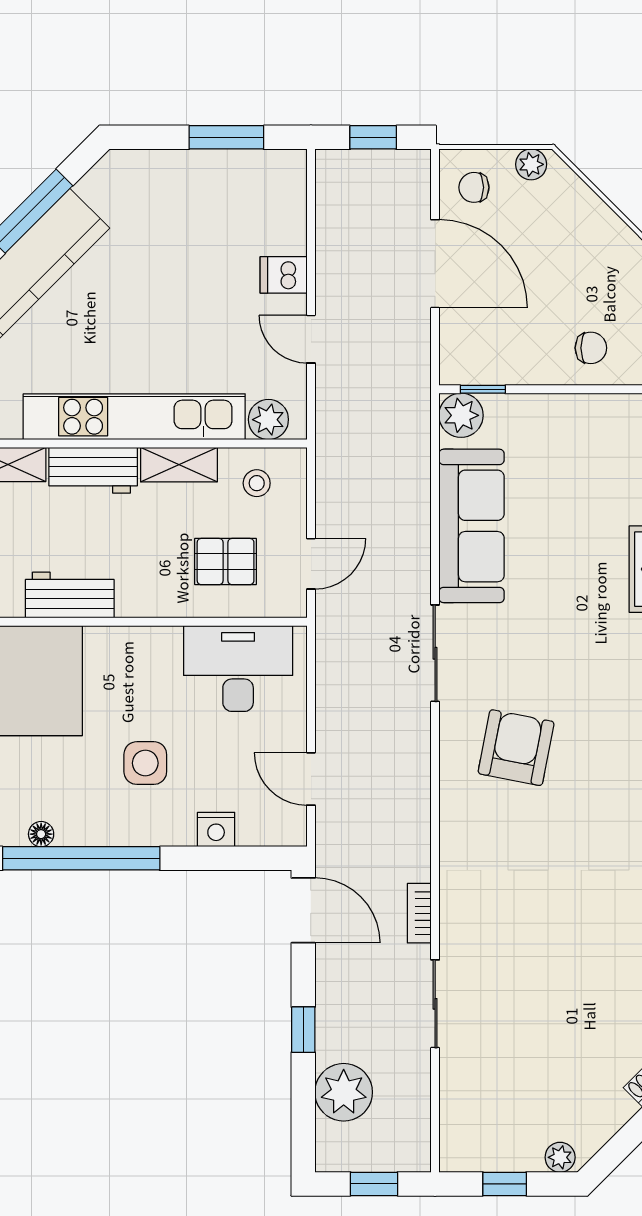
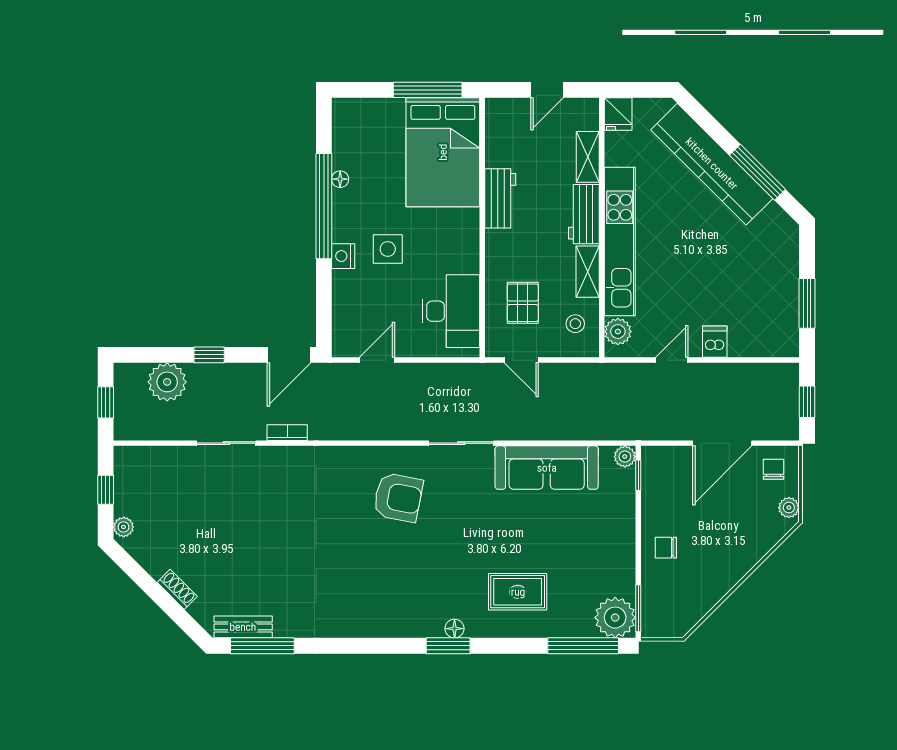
chair: (591, 348) -> (666, 548), turned 90
plant: (461, 415) -> (625, 457), width x0.73, depth x0.73
nightstand: (216, 830) -> (343, 256), moved

